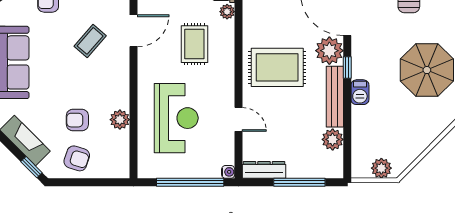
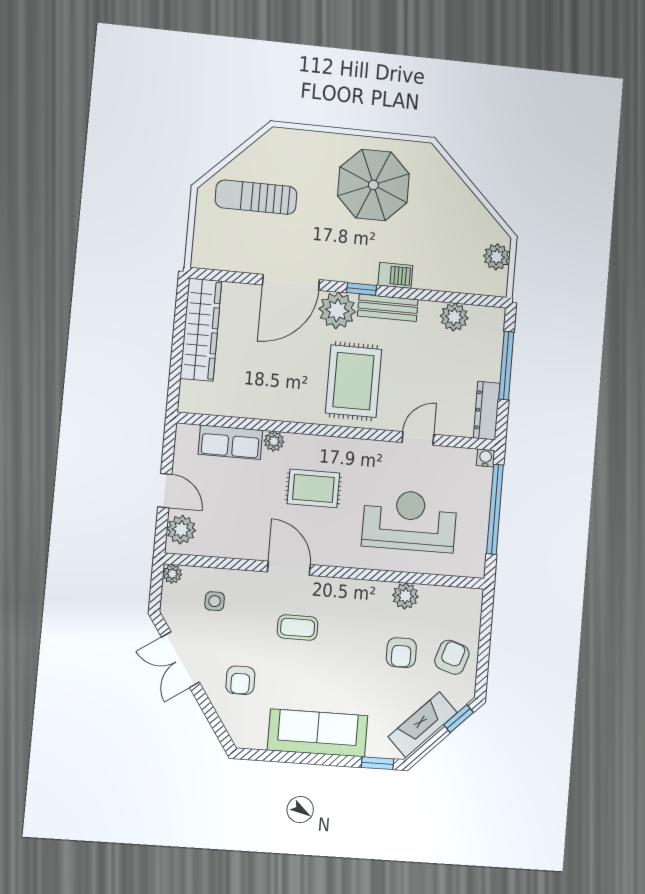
coffee table: (90, 41) -> (298, 628), turned -41
bench: (335, 97) -> (388, 308), width x0.73

